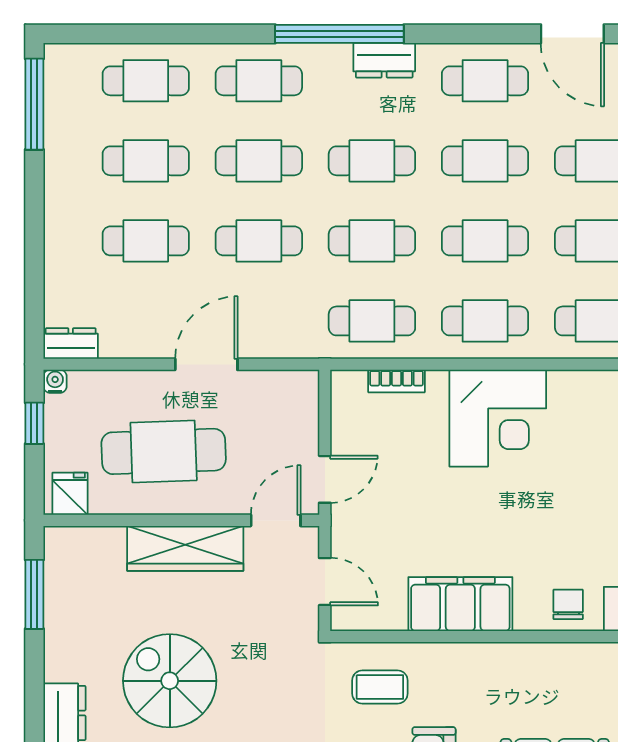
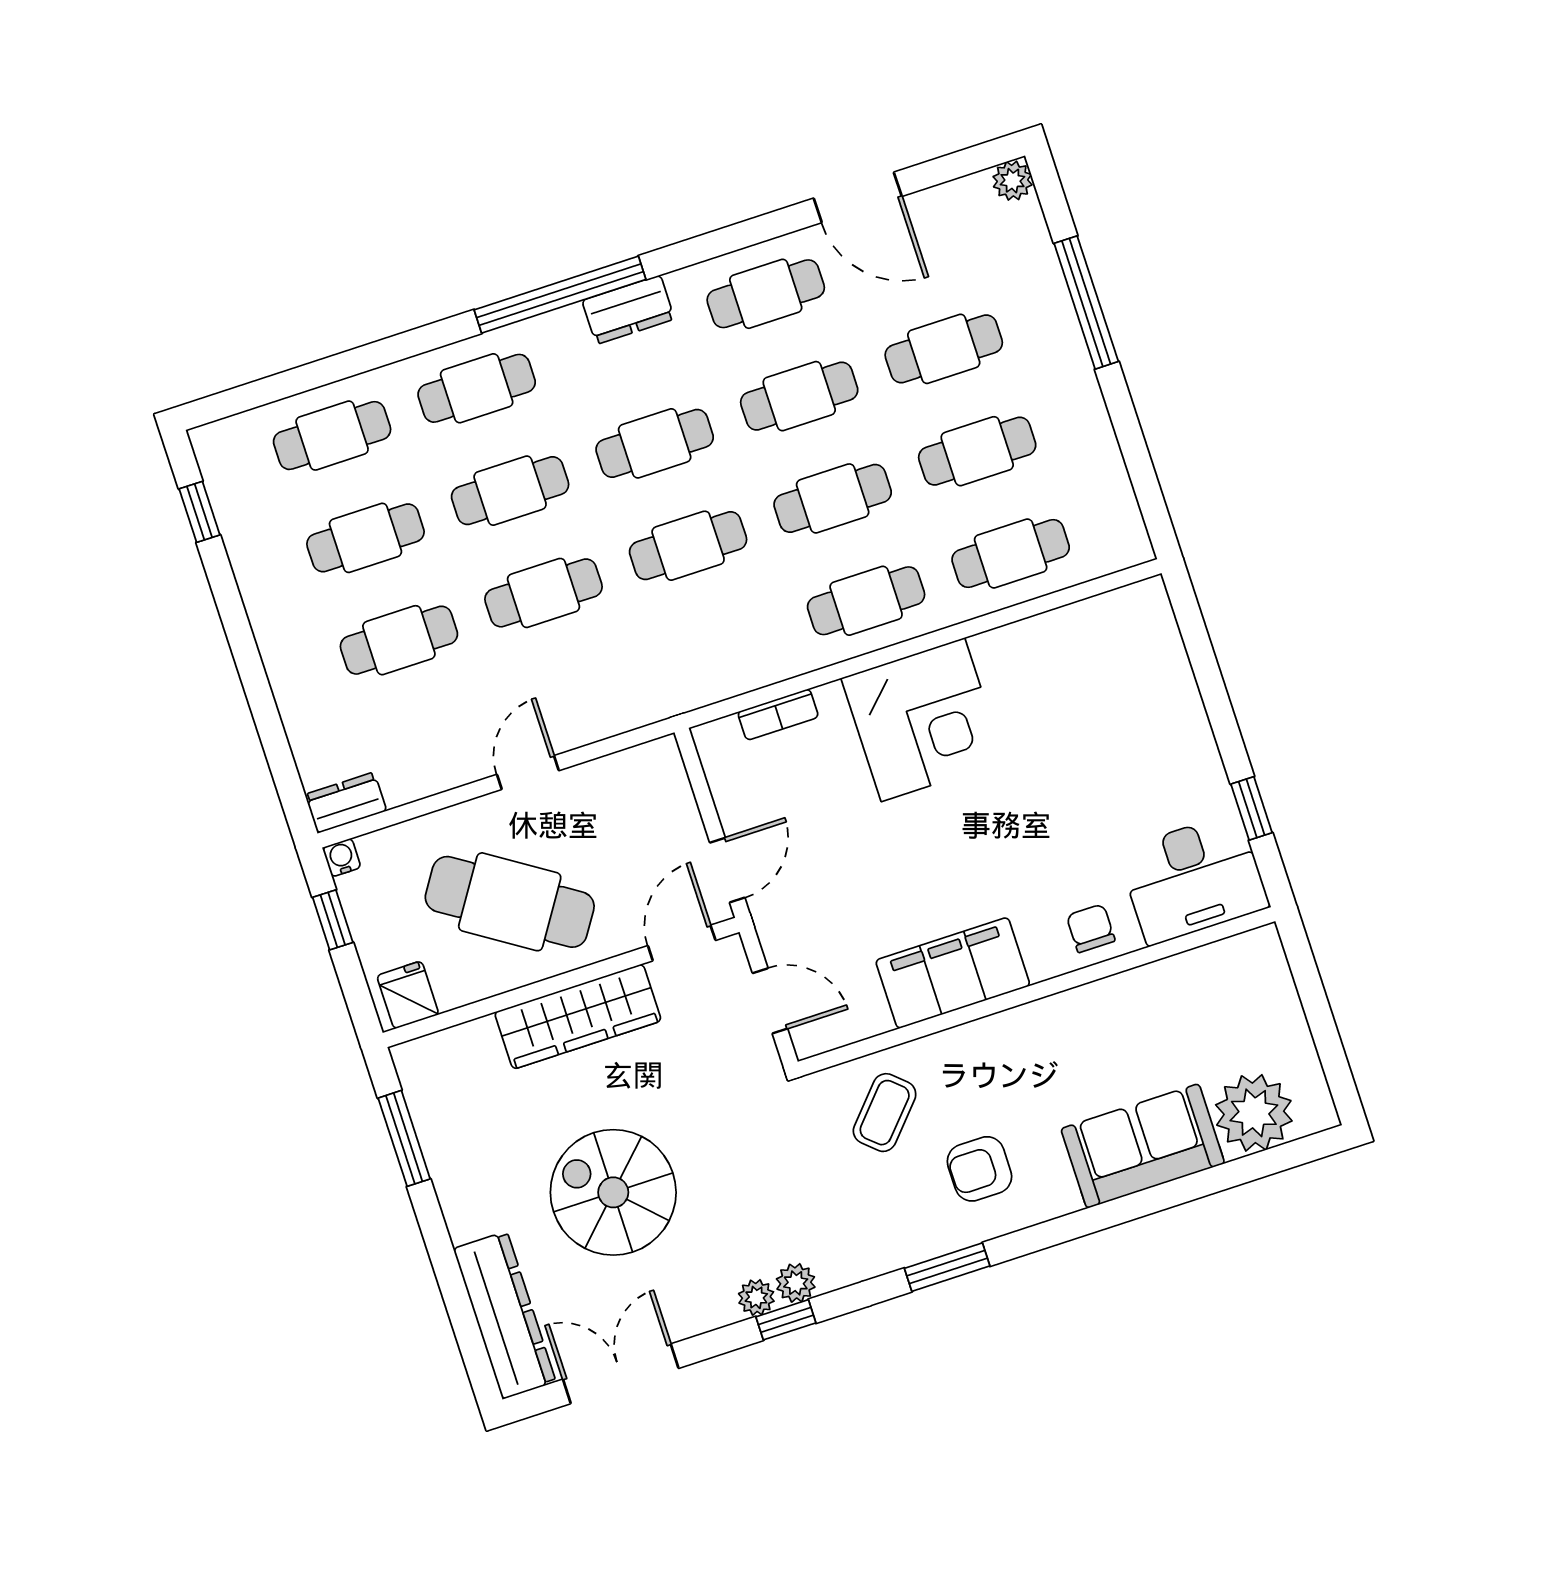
window: (34, 104) -> (199, 512), width x0.46
cafe table: (372, 321) -> (721, 648), removed
door: (206, 364) -> (528, 773), width x0.73
cafe table: (164, 451) -> (510, 902), turned 35
coffee table: (380, 687) -> (885, 1113), turned -48

